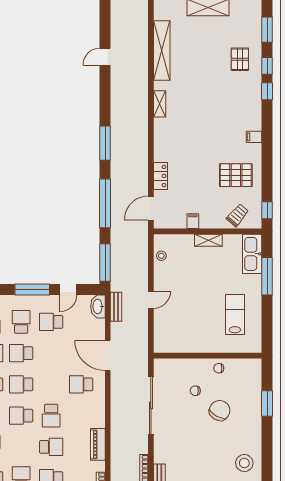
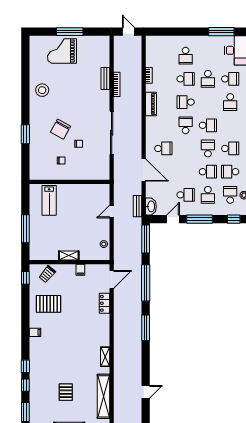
pallet: (240, 59) -> (66, 392), moved
kitchen sink: (252, 254) -> (36, 245), removed
wall: (208, 356) -> (69, 182), moved
school desk: (21, 384) -> (208, 148), turned -90

